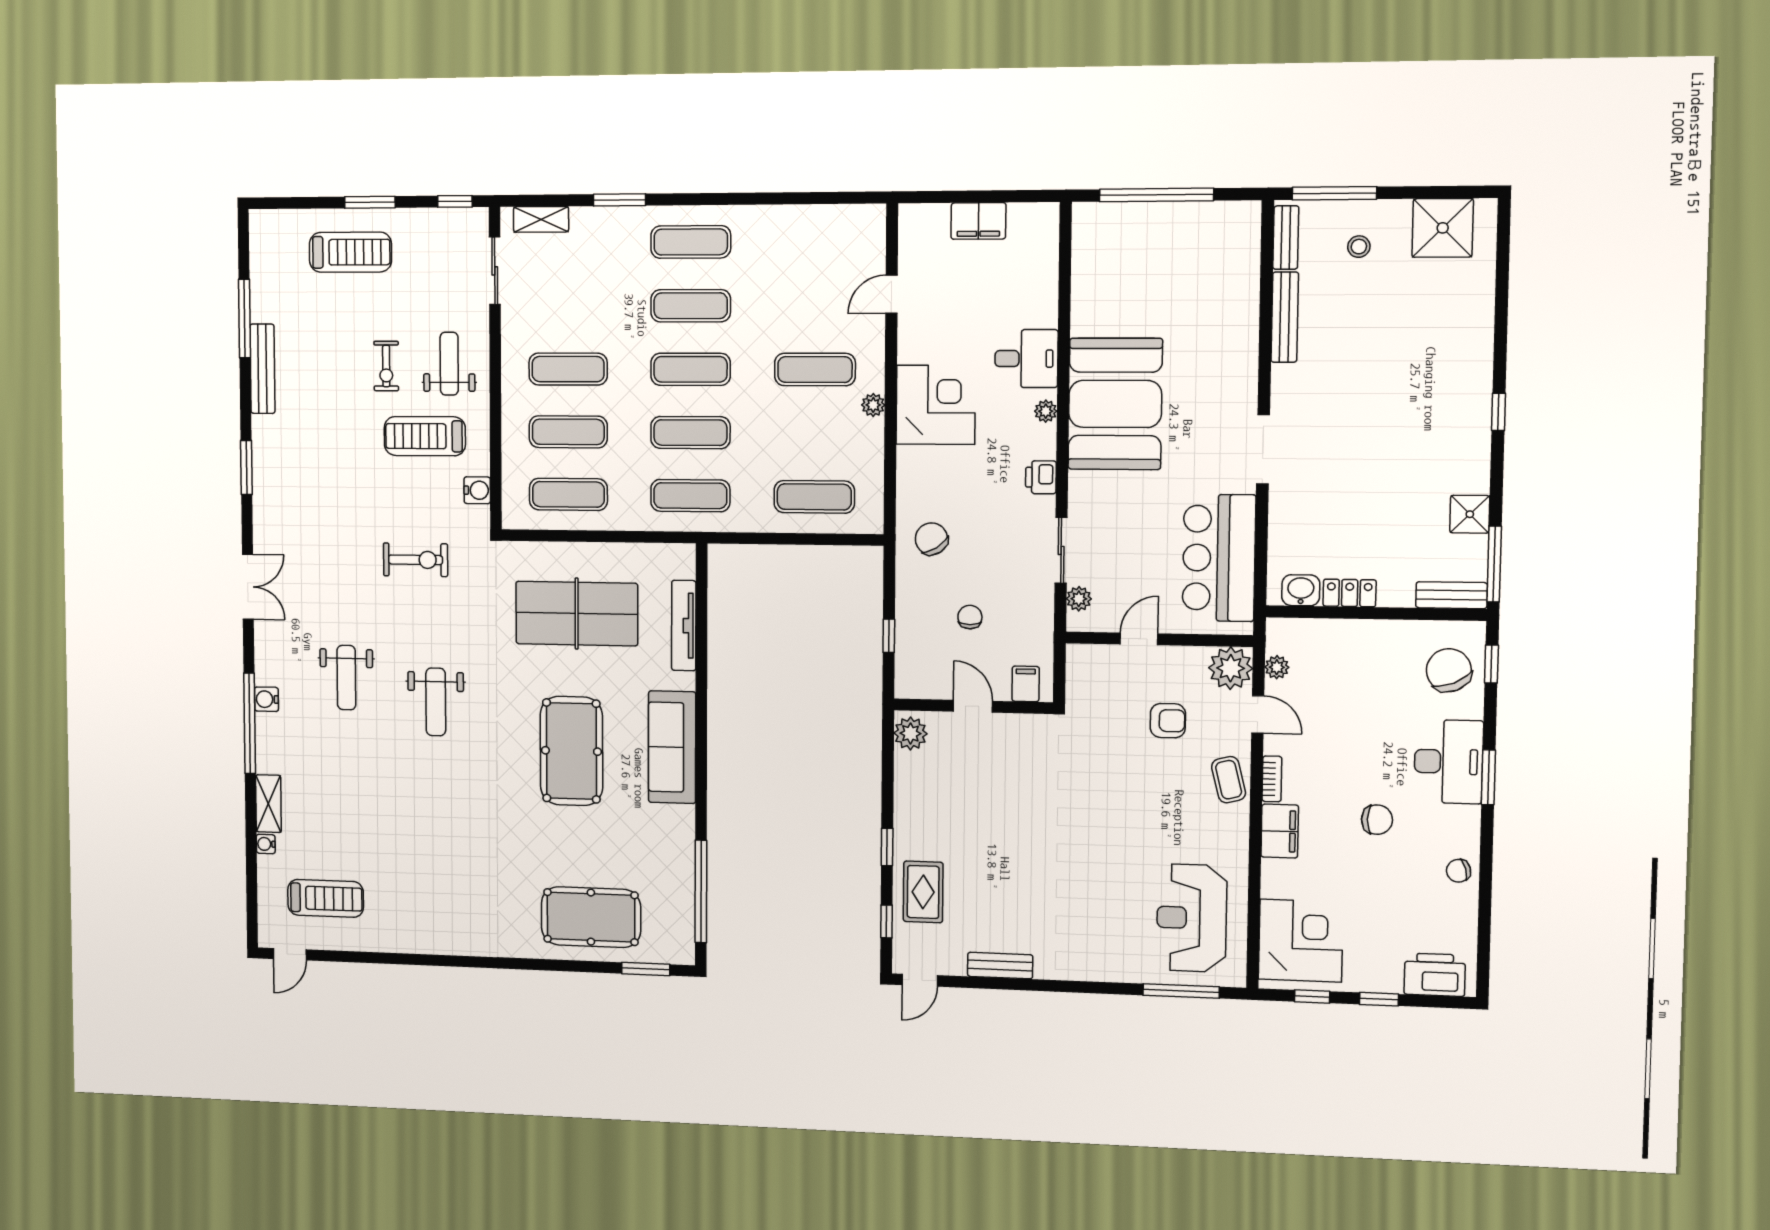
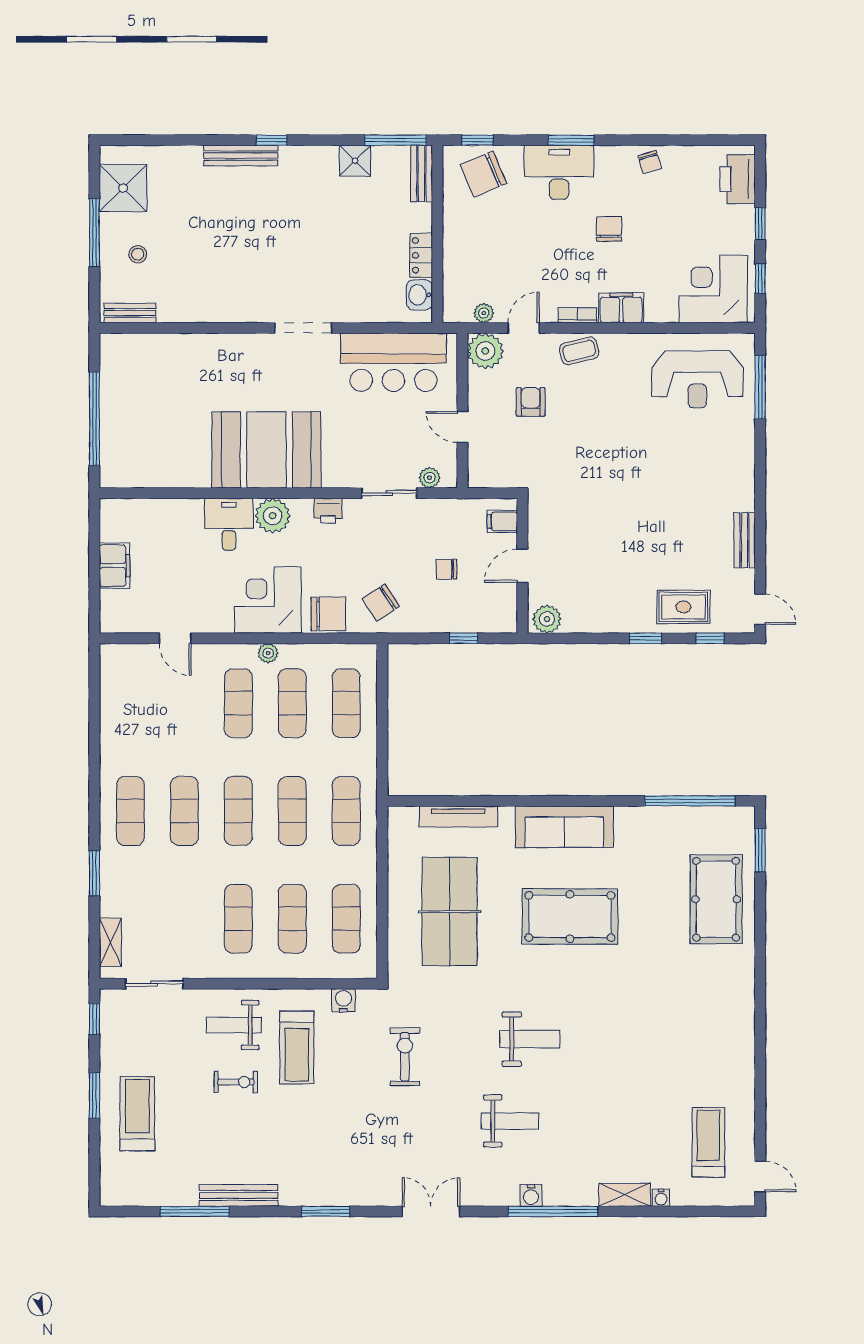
window: (1334, 193) -> (94, 233), moved
bench: (1285, 317) -> (241, 156), moved
plant: (1046, 411) -> (273, 516), width x1.88, depth x1.88
exercise mat: (815, 433) -> (292, 703), added
chair: (919, 477) -> (328, 614), added

